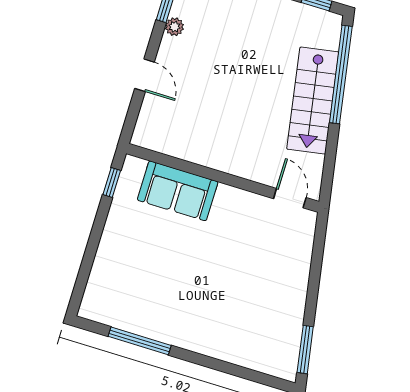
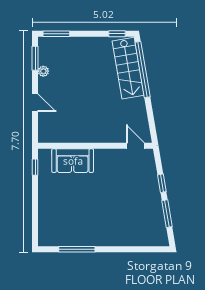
stairs: (313, 101) -> (128, 68), moved
window: (315, 274) -> (162, 183), added
window: (305, 350) -> (167, 214), moved

